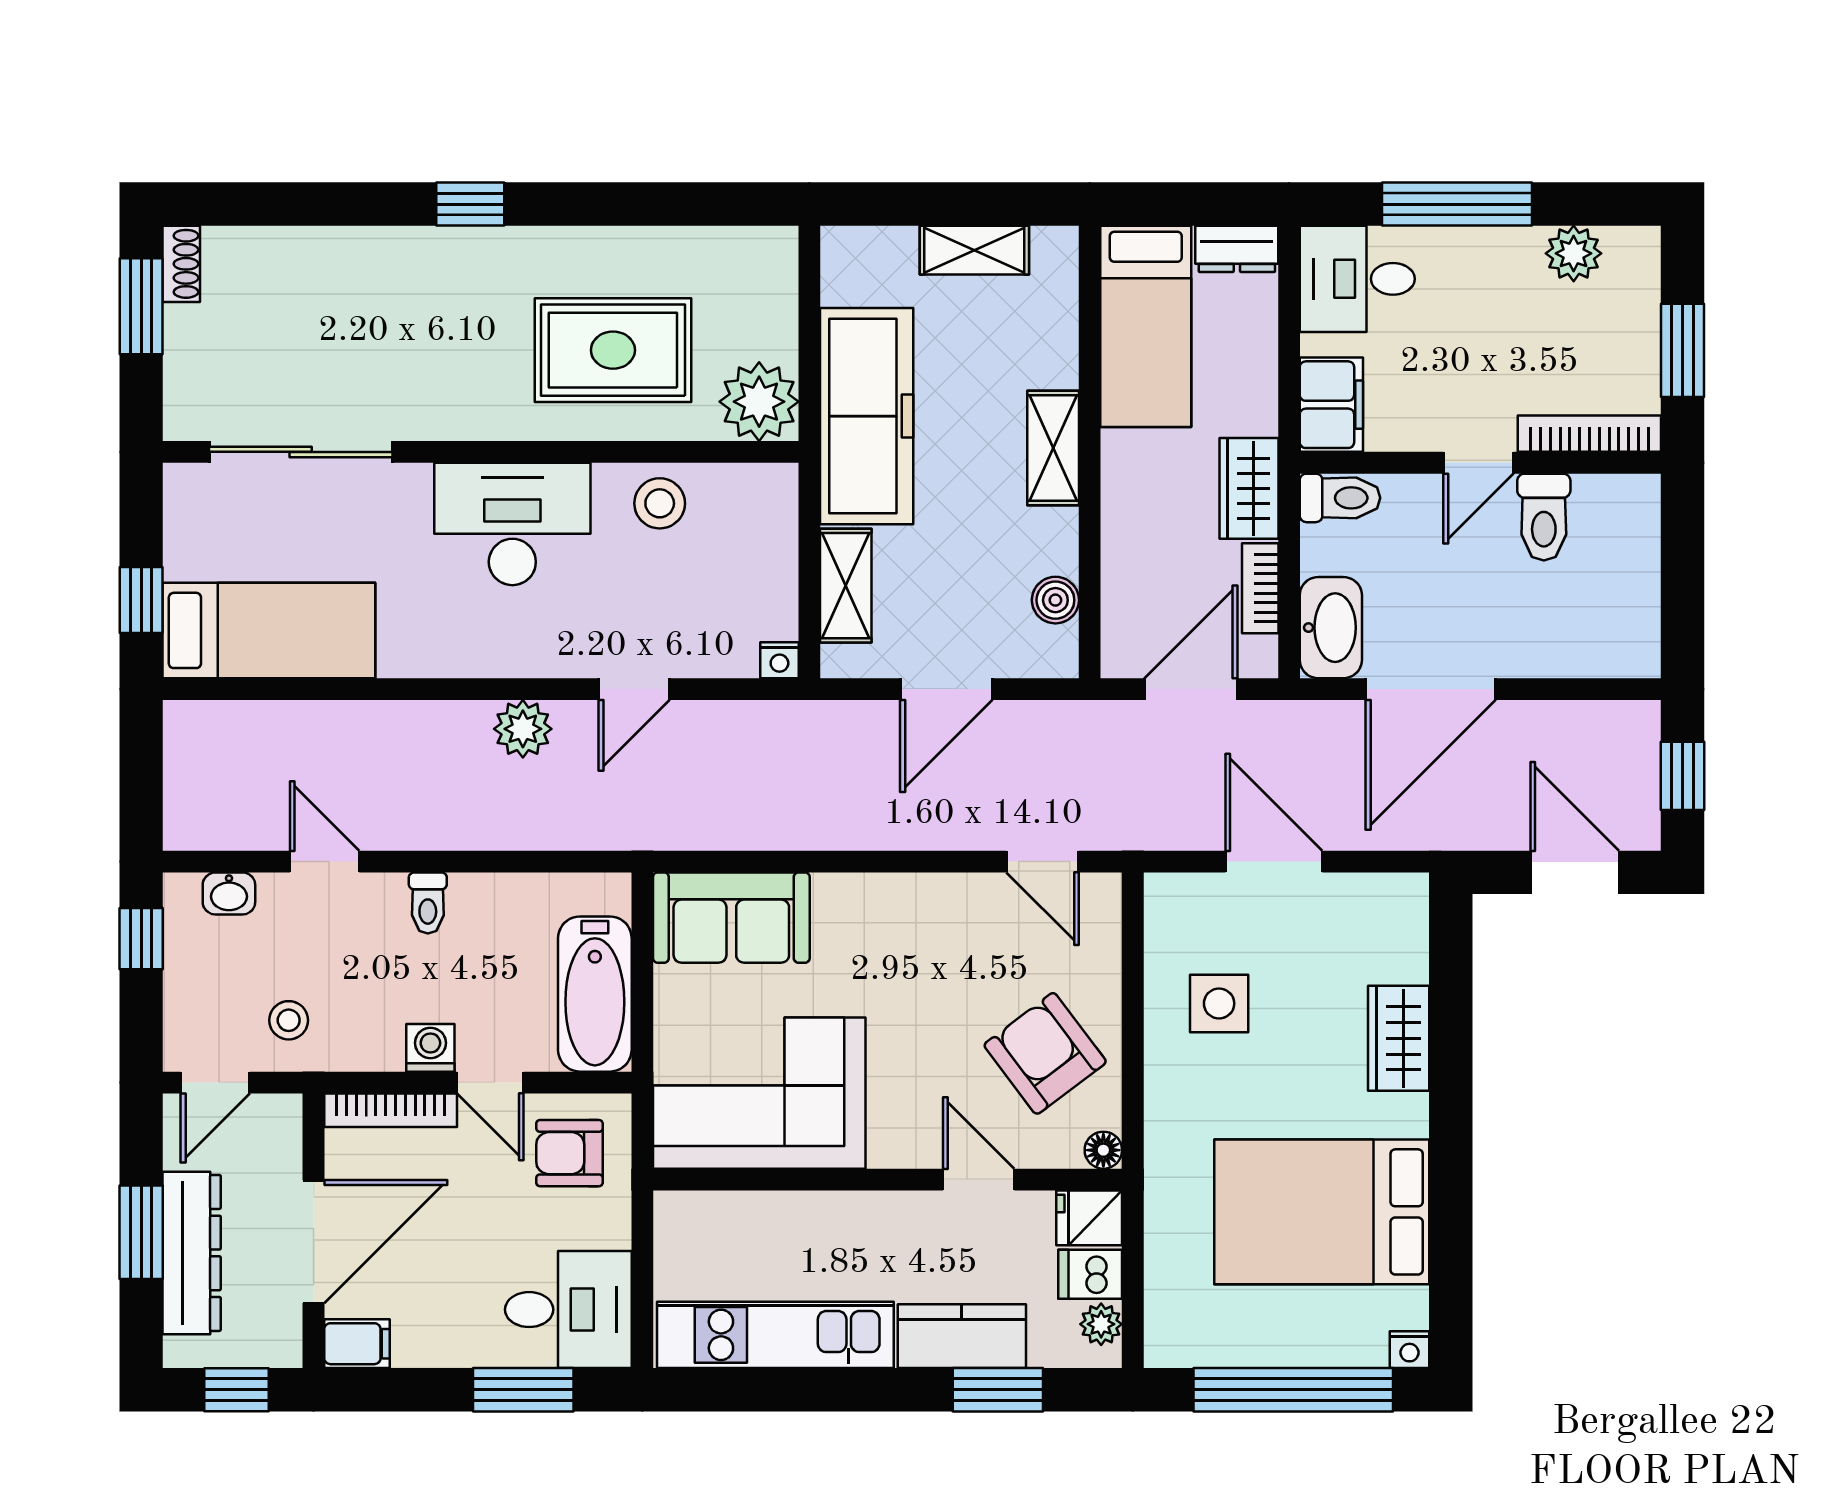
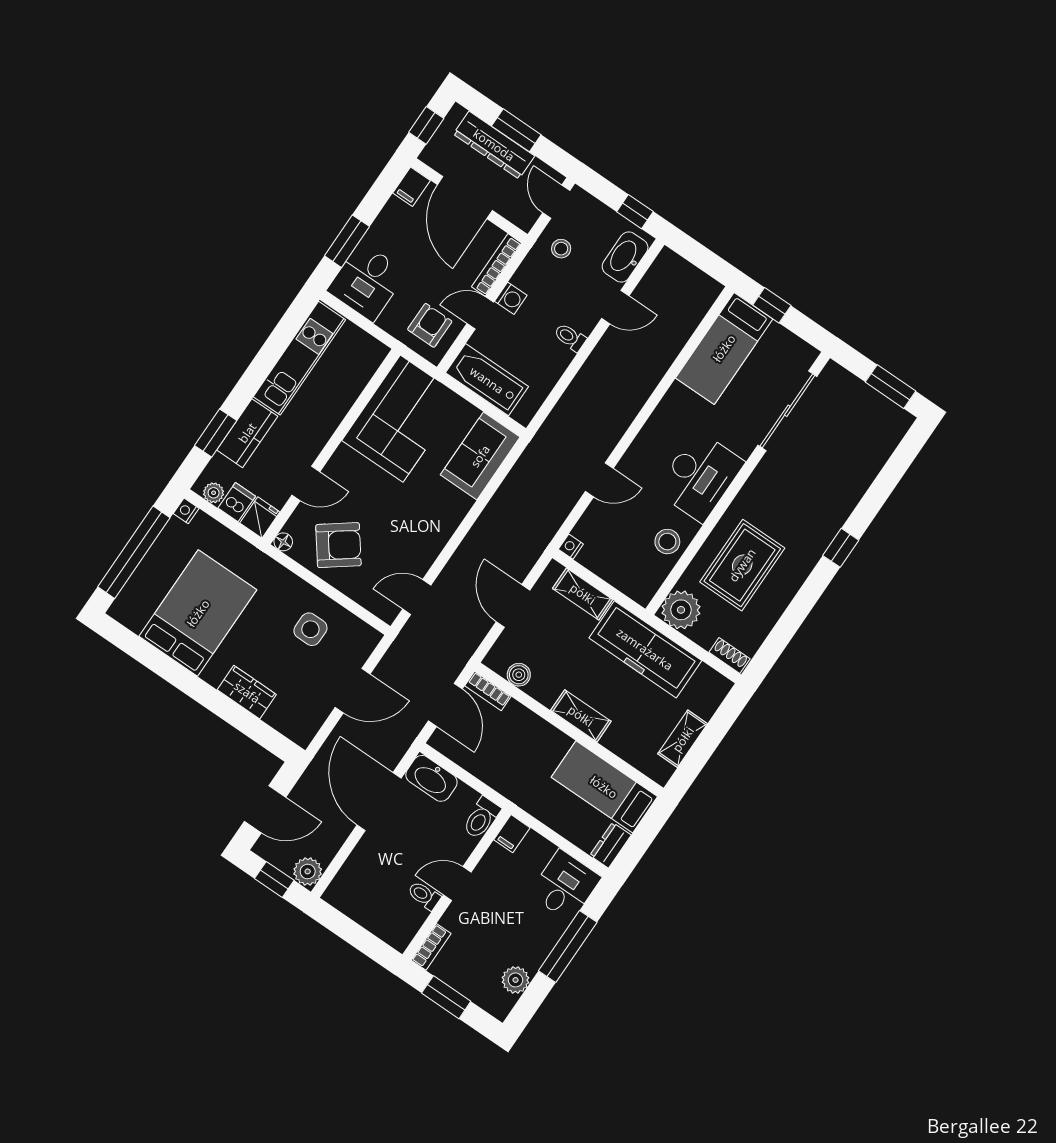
shoe rack: (181, 264) -> (729, 655), moved, turned 180
filing cabinet: (1331, 405) -> (512, 834), width x0.50
bookcase: (1589, 434) -> (431, 947), width x0.64
door: (1478, 463) -> (457, 884), hinge flipped
wardrobe: (1249, 488) -> (510, 784), removed
toilet: (1544, 517) -> (424, 895), width x0.73, depth x0.72
bookcase: (1260, 588) -> (488, 691), moved, turned 180
door: (634, 689) -> (599, 480), swing flipped
plant: (523, 729) -> (308, 871), moved
washbasin: (229, 893) -> (625, 257), width x1.91, depth x1.45
nightstand: (1409, 1350) -> (186, 511), moved

